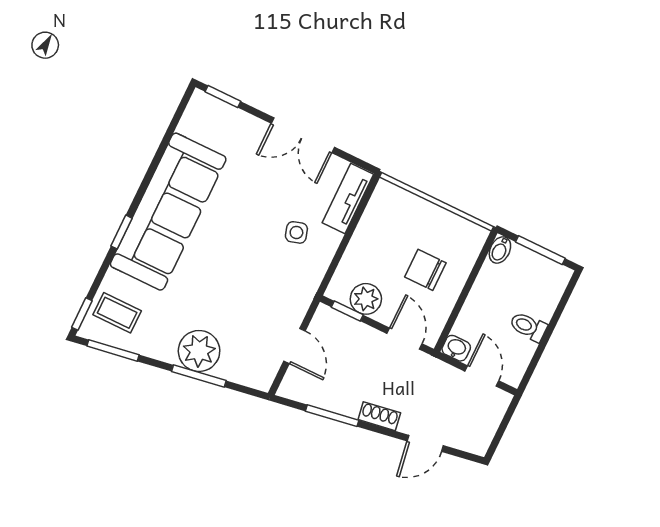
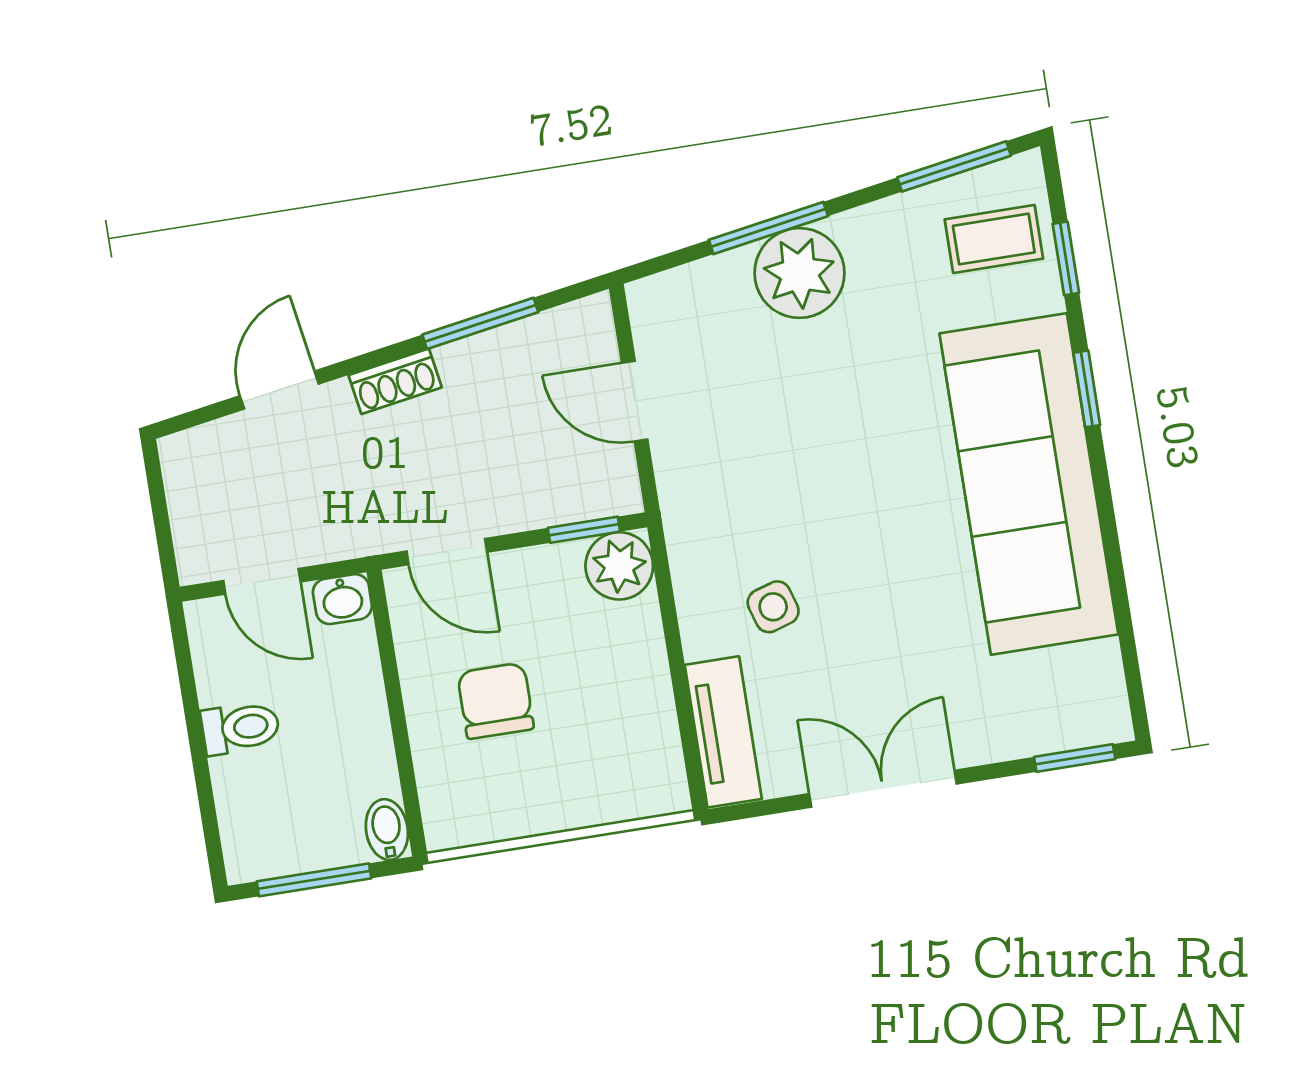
chair: (425, 270) -> (496, 701), turned -90
plant: (366, 299) -> (619, 566), moved
window: (82, 314) -> (1066, 258), moved

